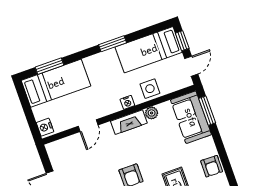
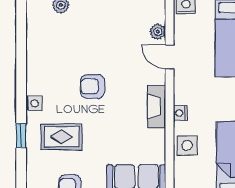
plant: (152, 113) -> (158, 32), moved

